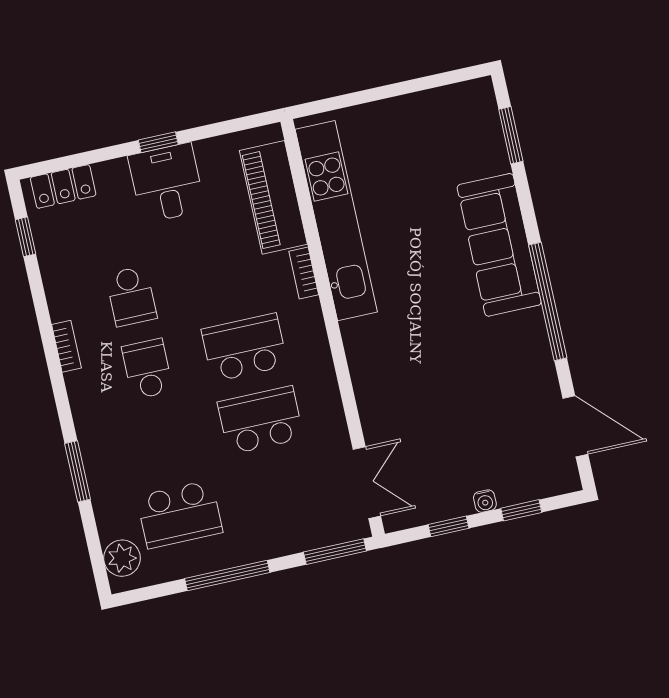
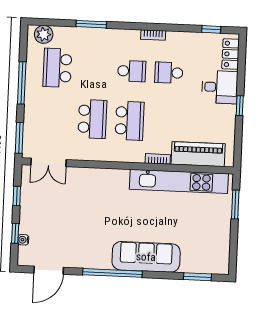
window: (352, 99) -> (235, 205), added
desk: (167, 183) -> (220, 87), moved
water cooler: (485, 501) -> (23, 240), moved

